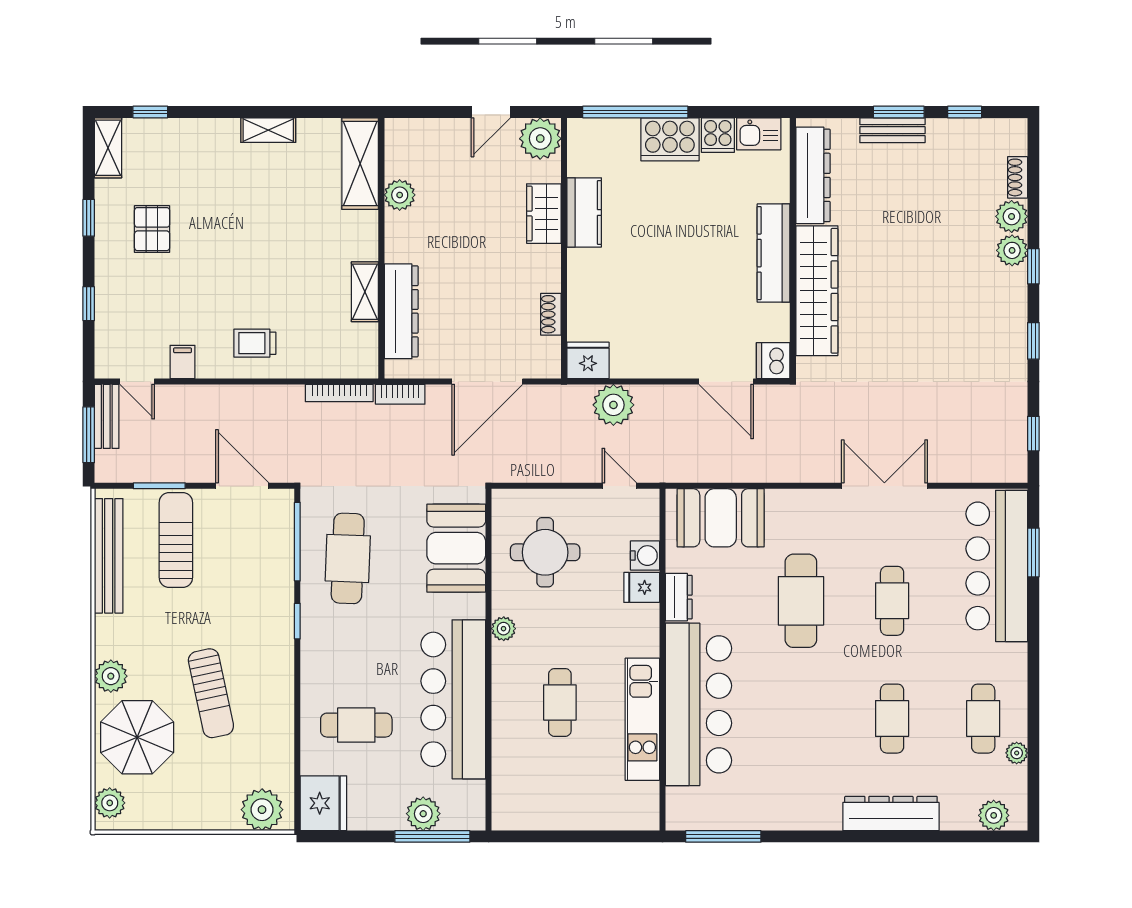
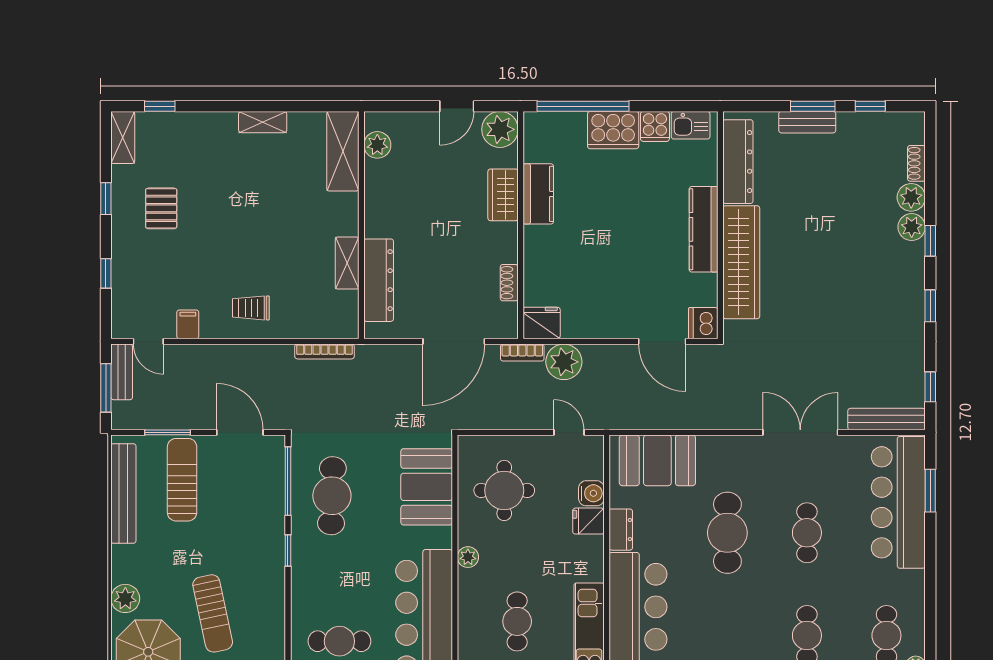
plant: (400, 195) -> (377, 145), moved
bookcase: (400, 394) -> (522, 353), moved
bench: (983, 470) -> (887, 419), added

